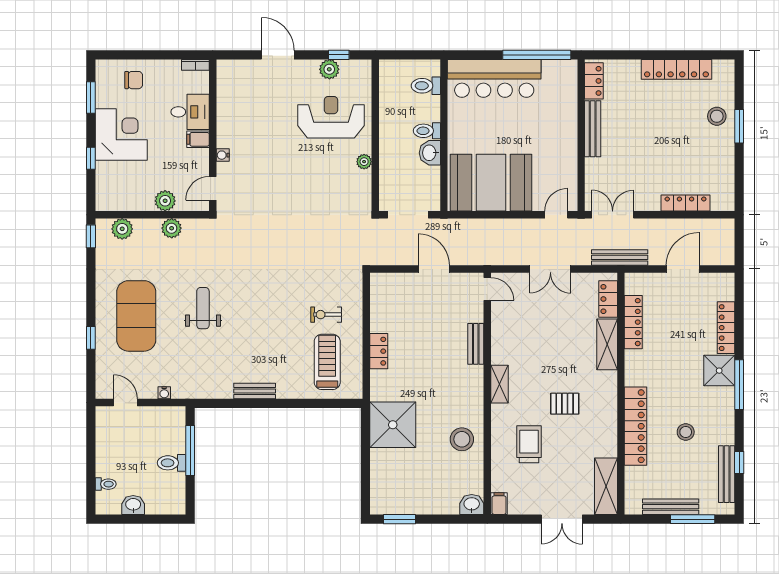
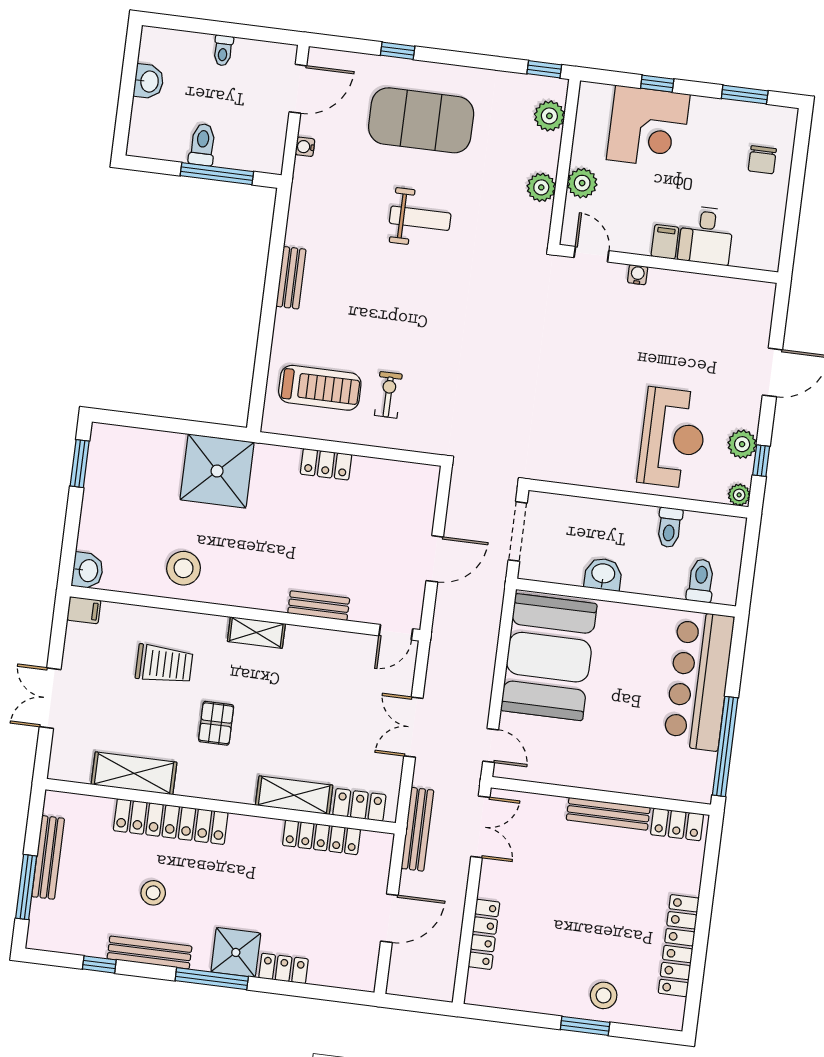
bookcase: (195, 65) -> (773, 252), removed
toilet: (427, 131) -> (669, 528), moved, turned 180
corner desk: (121, 134) -> (648, 127), moved
plant: (364, 162) -> (739, 495), moved
door: (683, 269) -> (389, 918), hinge flipped
locker: (726, 328) -> (284, 968), width x0.66
door: (125, 403) -> (298, 89), width x1.38
bench: (727, 474) -> (149, 953), moved
toilet: (106, 484) -> (223, 51), moved
shelving: (606, 486) -> (134, 773), moved

